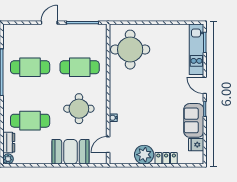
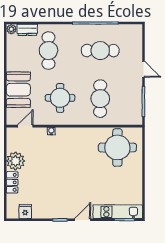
cafe table: (30, 67) -> (100, 51), turned 90
sofa: (194, 120) -> (49, 209), removed
door: (108, 145) -> (25, 126), hinge flipped

